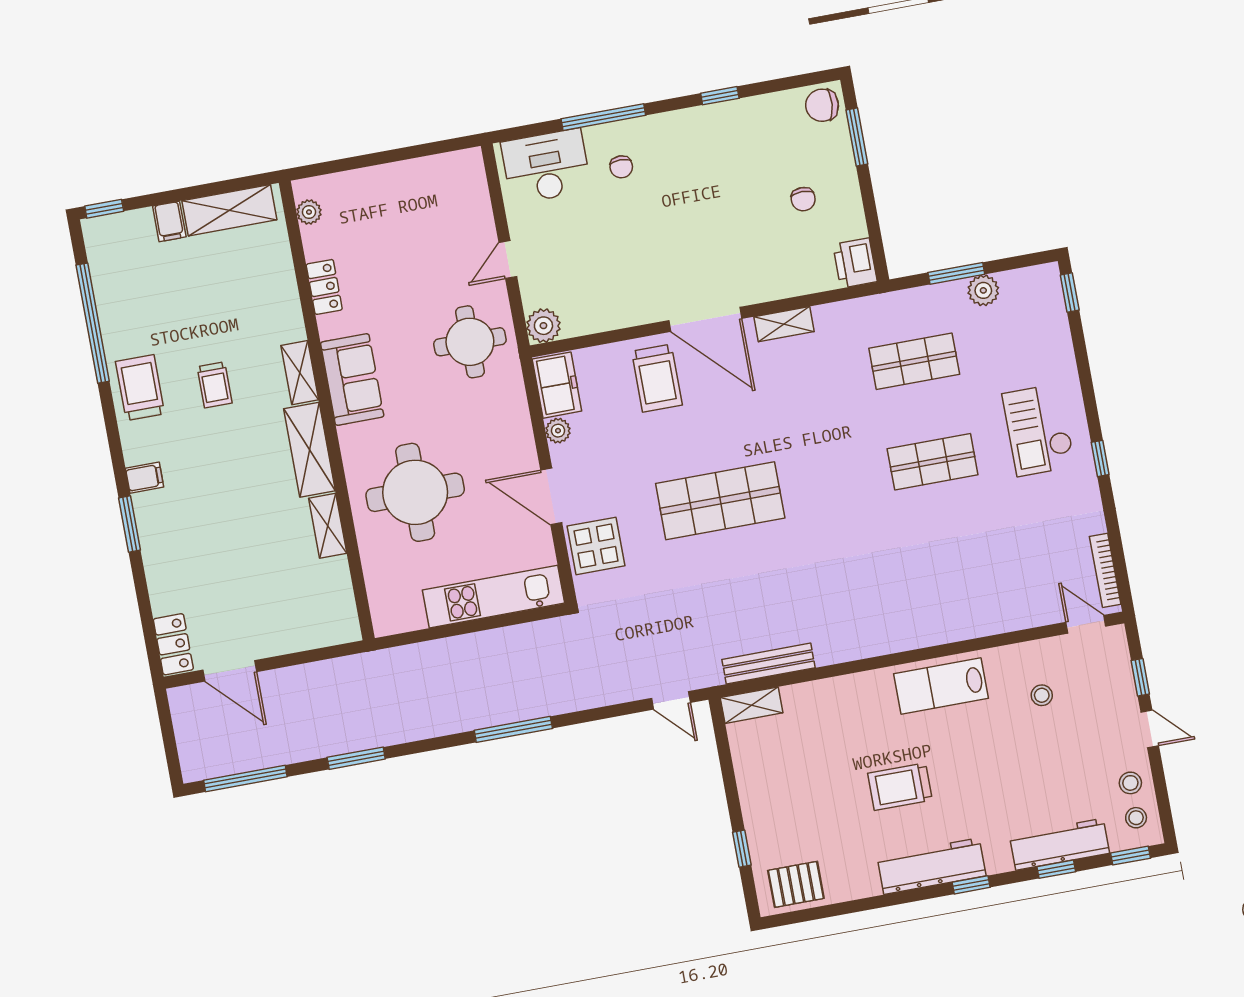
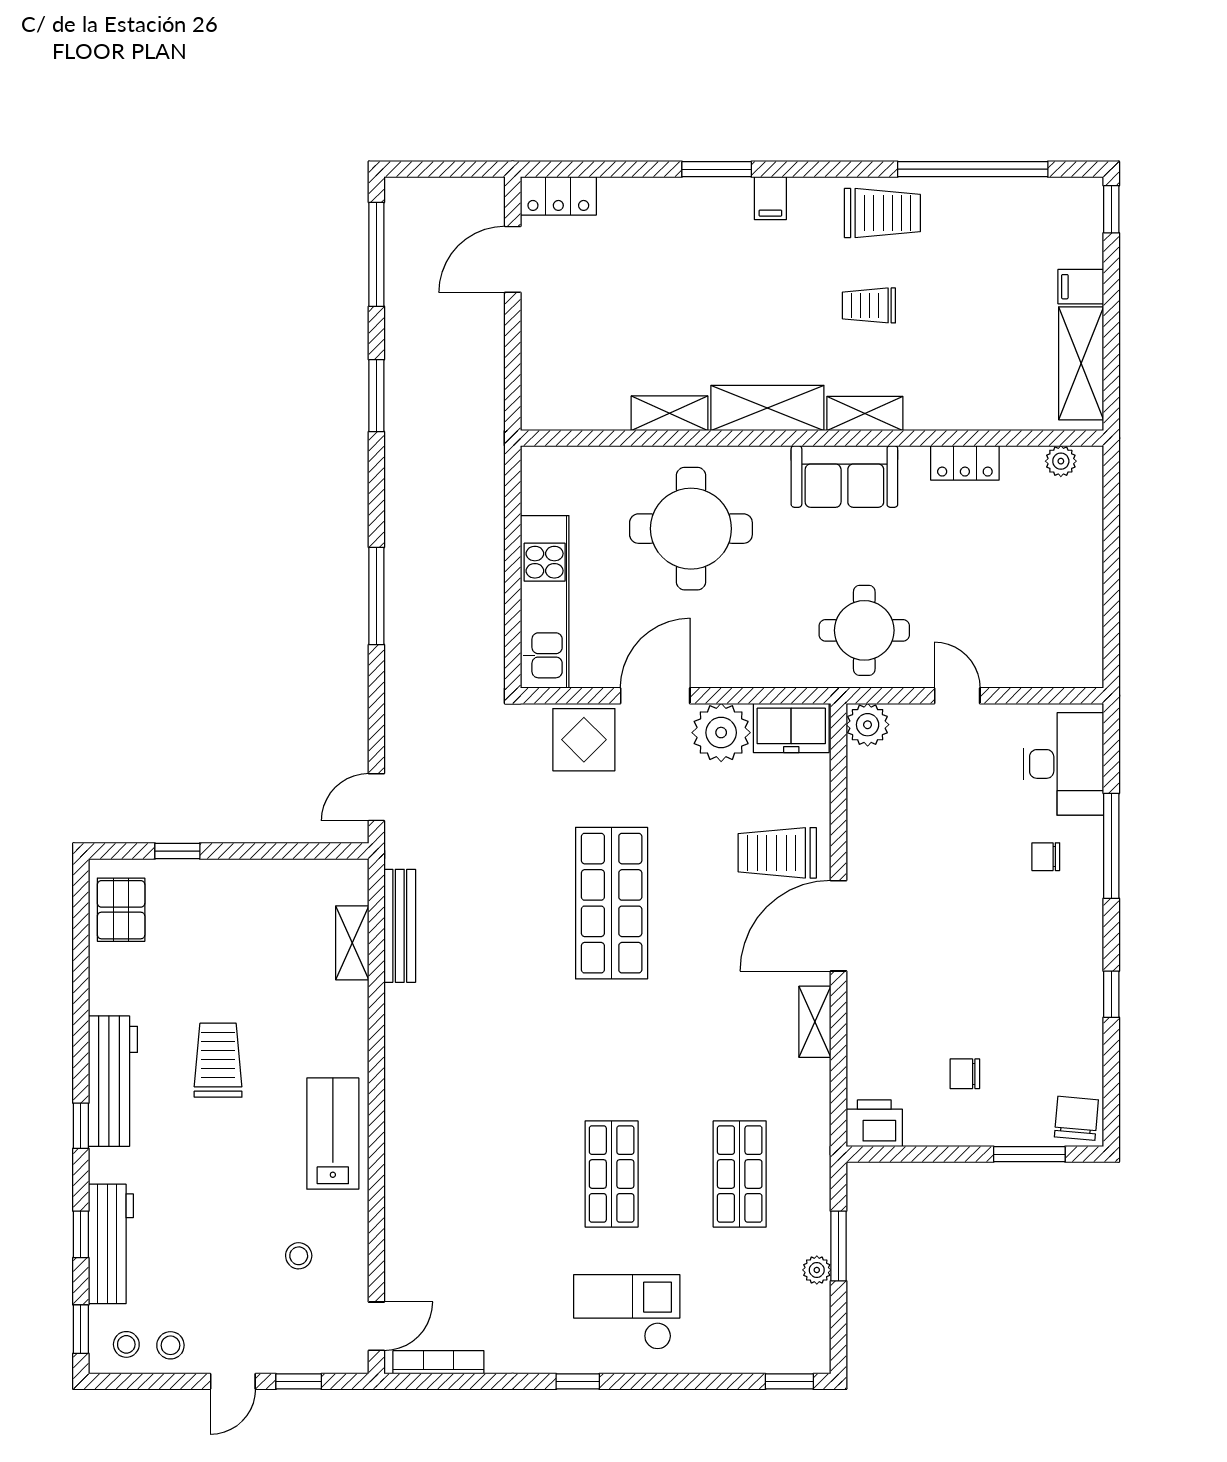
plant: (983, 290) -> (817, 1270), width x0.73, depth x0.73
plant: (558, 431) -> (721, 733), width x1.88, depth x1.88
shelving: (752, 705) -> (352, 943), moved

